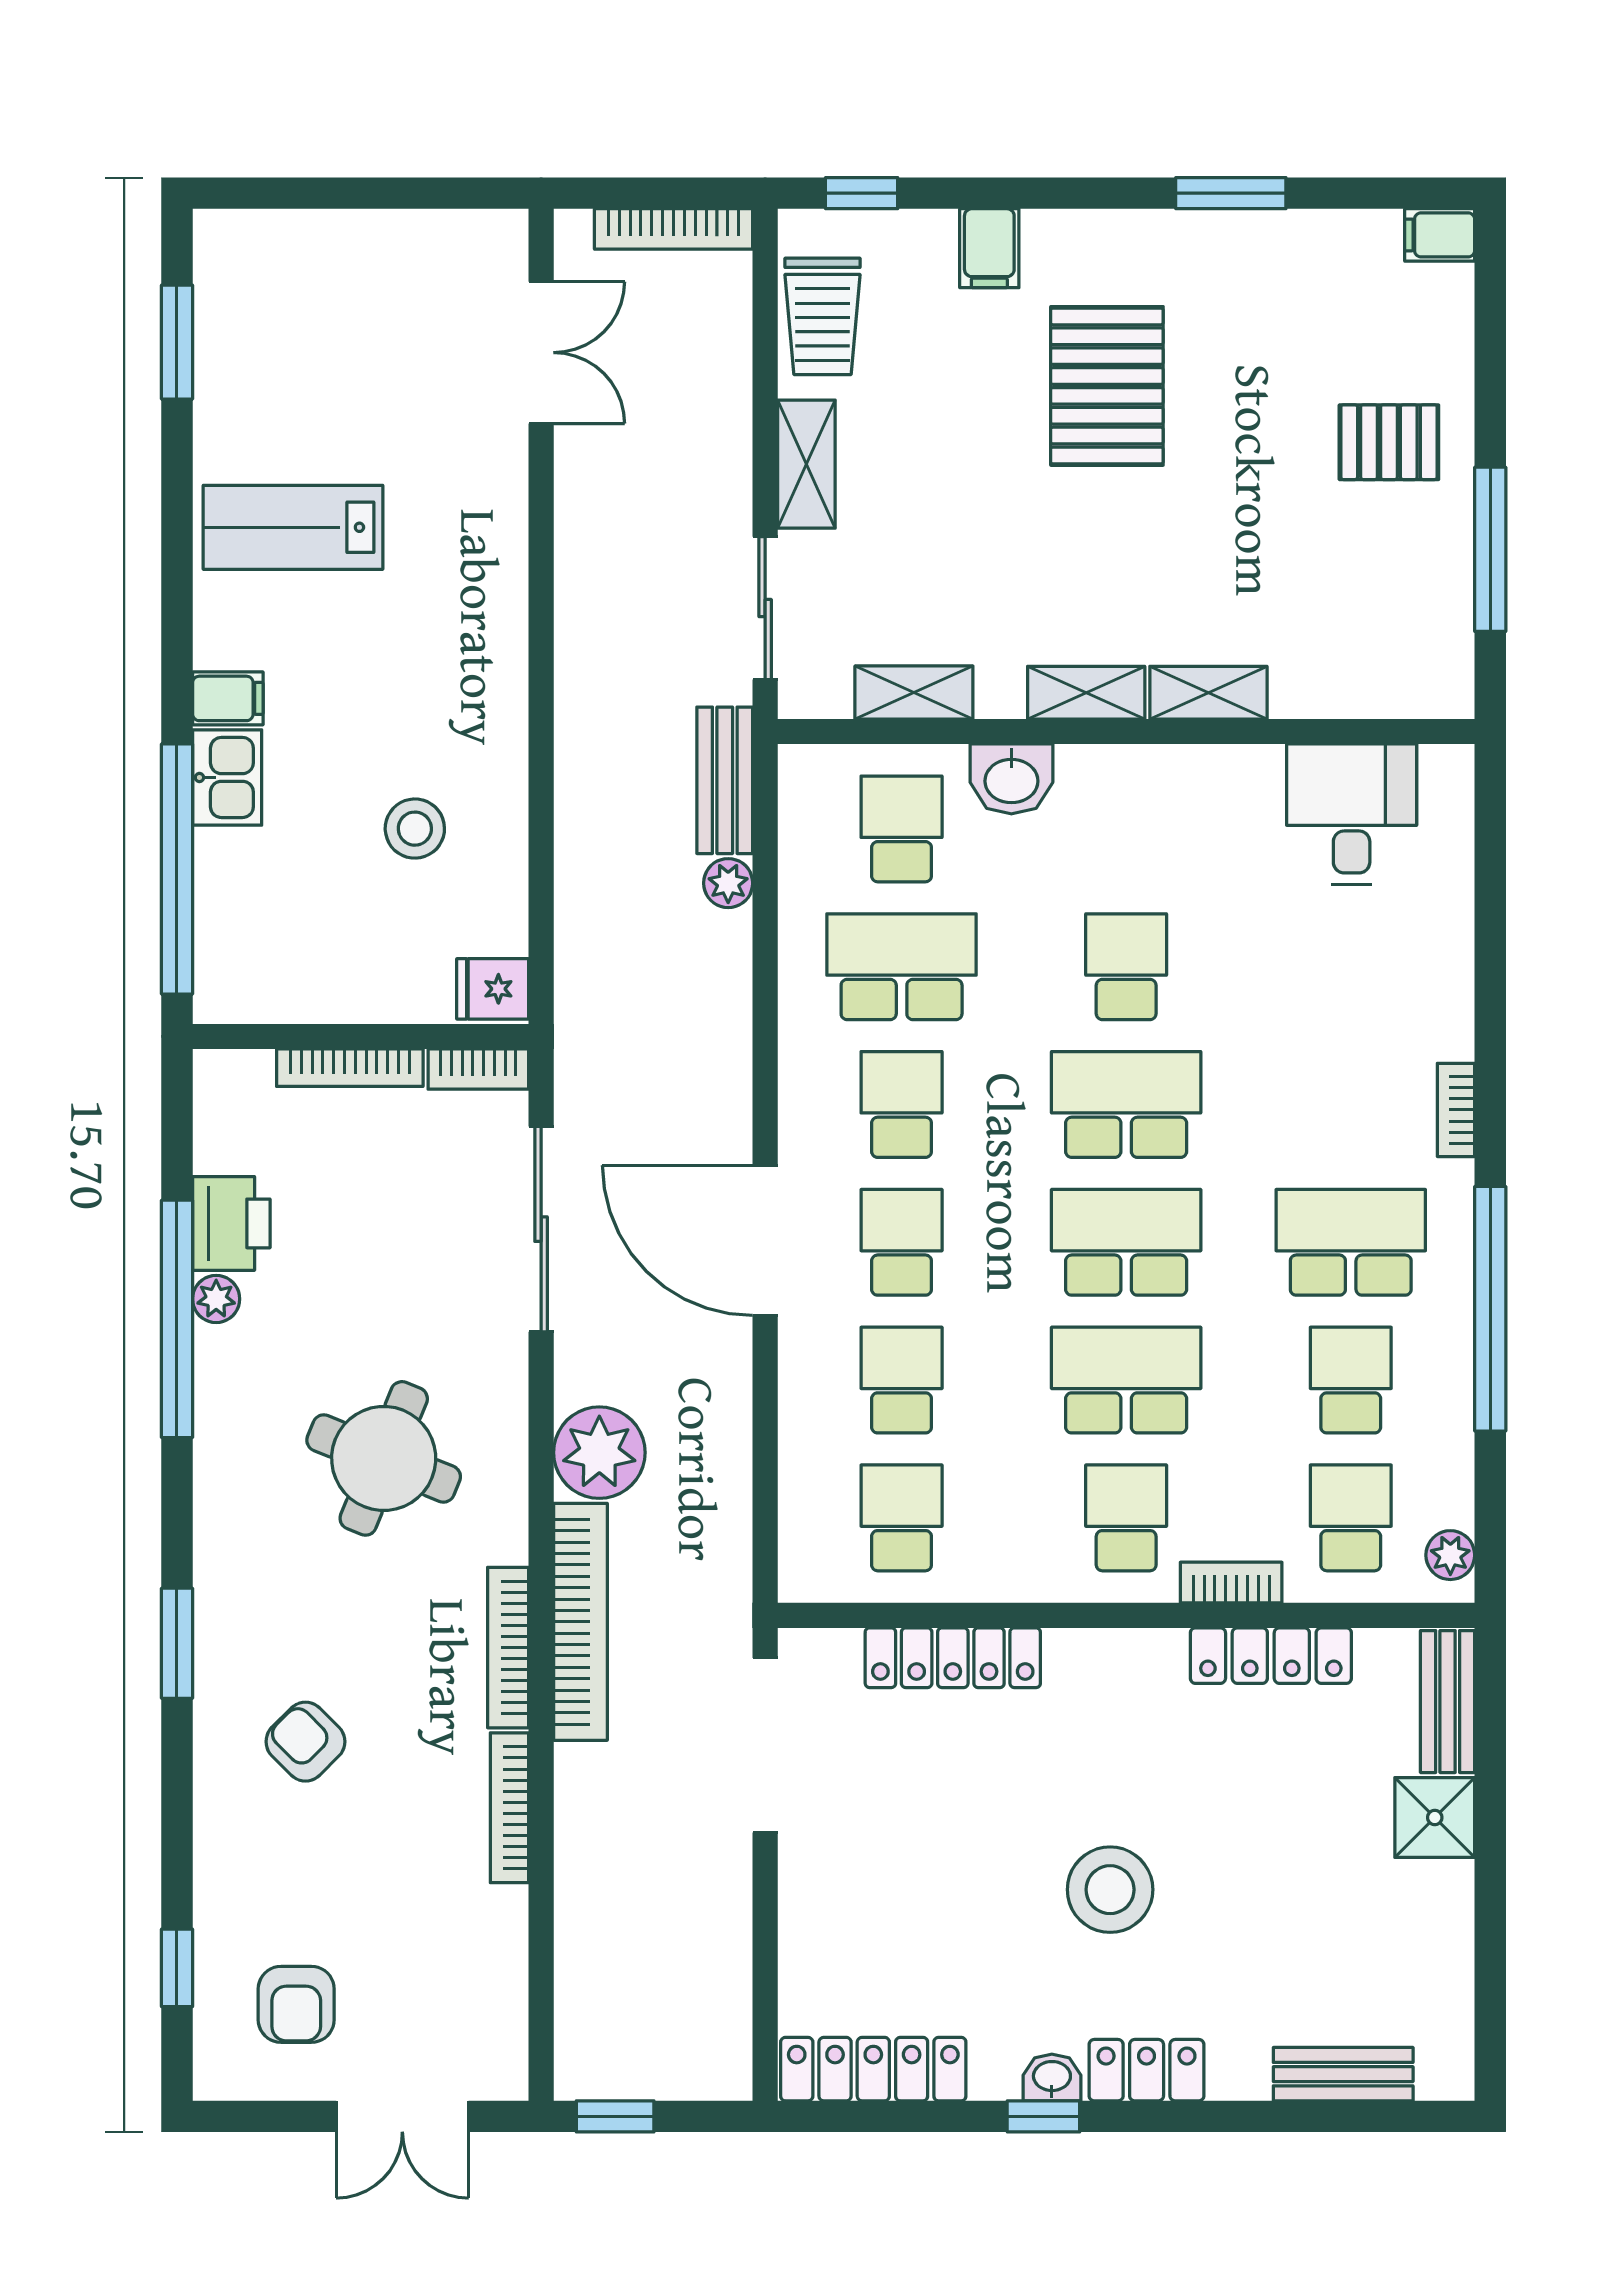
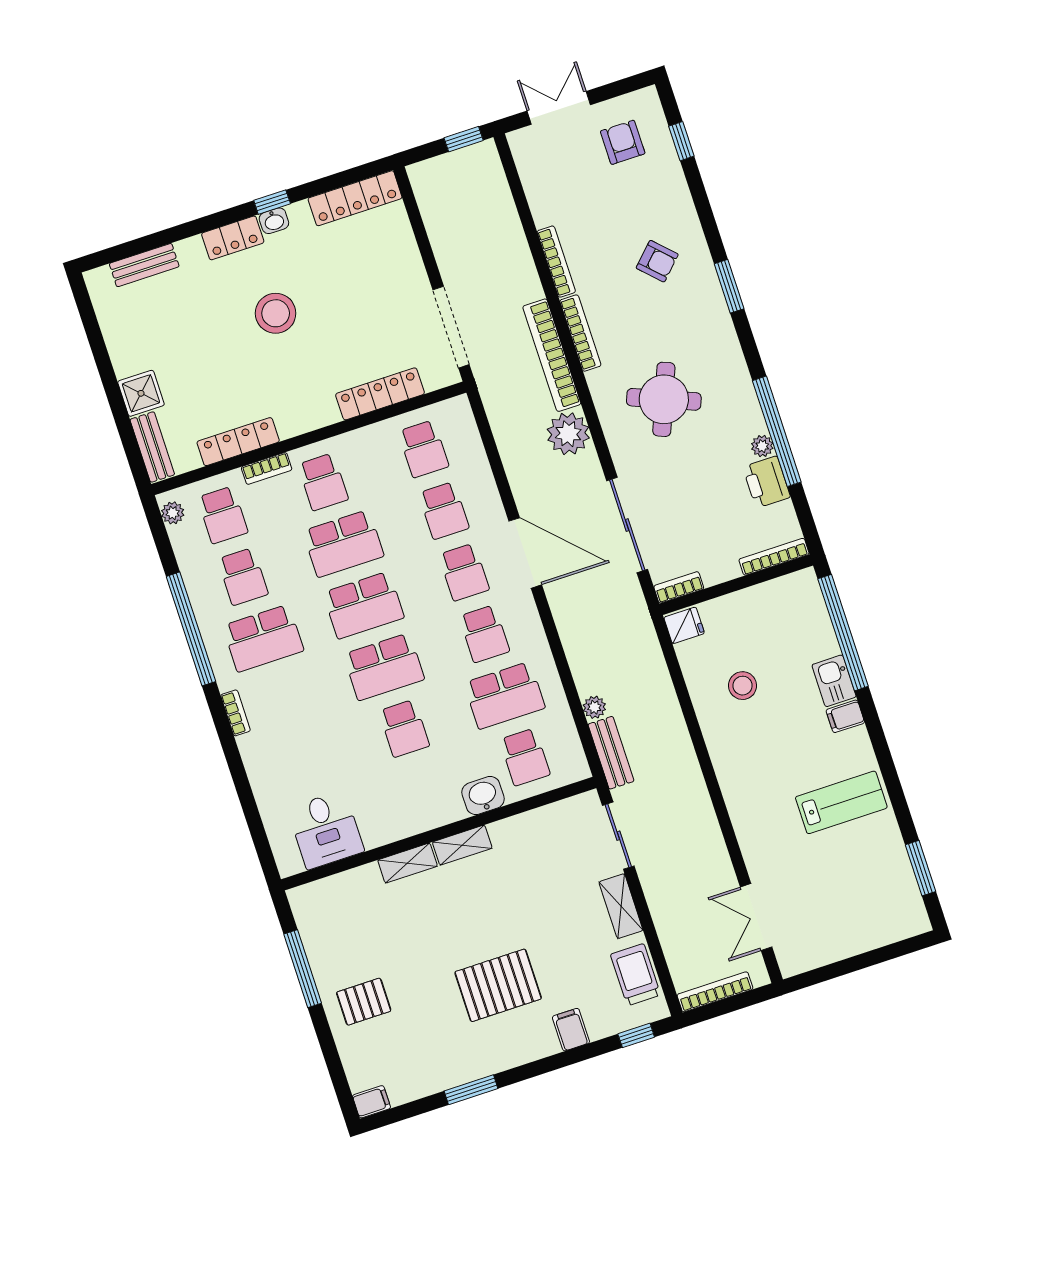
pallet: (1107, 386) -> (498, 985), turned 90
shelving: (914, 692) -> (539, 820), removed
bookcase: (350, 1068) -> (774, 557), moved

